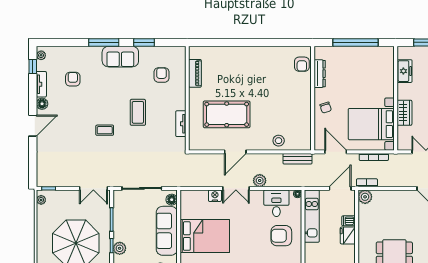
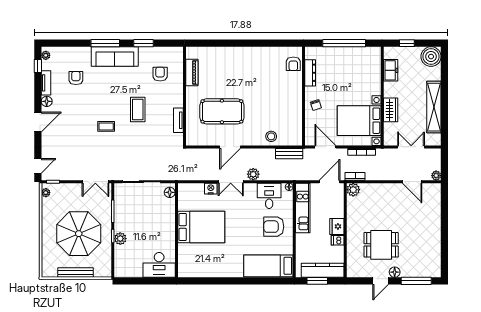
sofa: (120, 57) -> (115, 57), width x1.36
door: (33, 172) -> (38, 166), added
dishwasher: (348, 221) -> (338, 240), moved
sofa: (167, 231) -> (165, 222), removed

